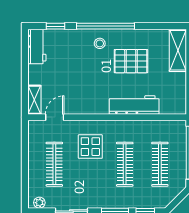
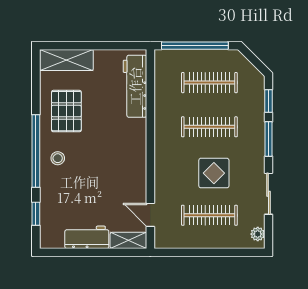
workbench: (37, 46) -> (87, 237), moved
pallet: (131, 61) -> (66, 111), moved
workbench: (134, 105) -> (135, 86), moved
display table: (90, 147) -> (214, 173), moved

